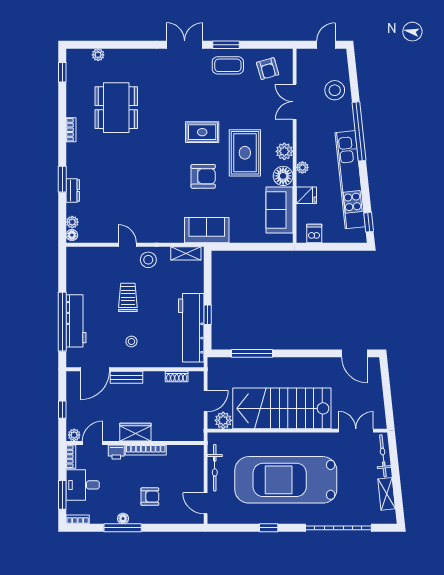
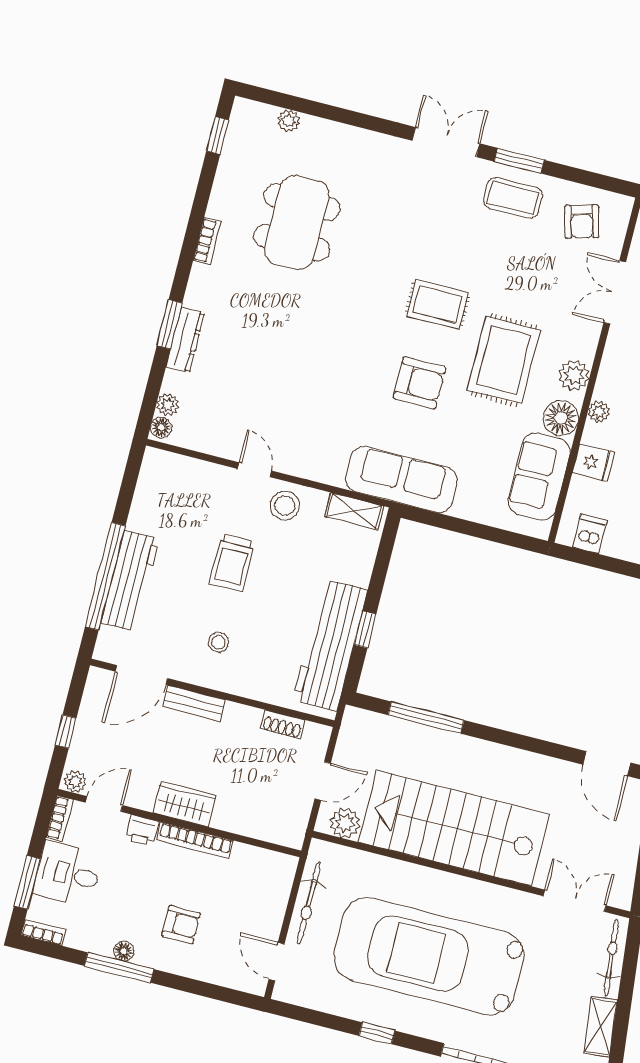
dresser: (73, 190) -> (185, 340), width x1.44
sofa: (207, 230) -> (402, 480), width x1.36
trolley: (128, 297) -> (232, 563), turned 180

